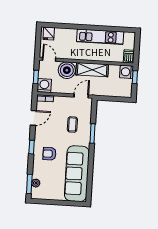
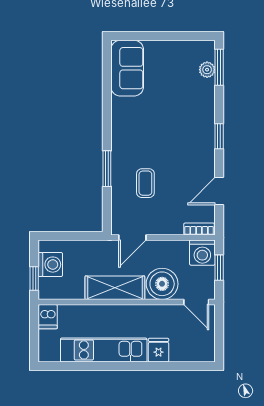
fridge: (49, 34) -> (159, 350), moved
washing machine: (127, 72) -> (50, 265), moved
armchair: (49, 154) -> (185, 126), removed
sofa: (77, 174) -> (127, 68), width x0.54, depth x0.79

